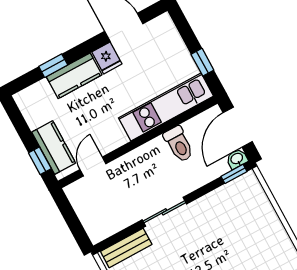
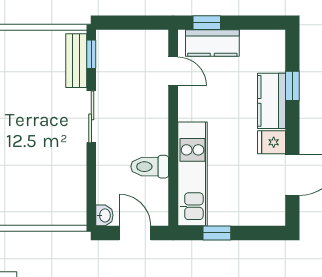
door: (238, 127) -> (135, 233), width x0.73
window: (234, 174) -> (91, 54), moved

